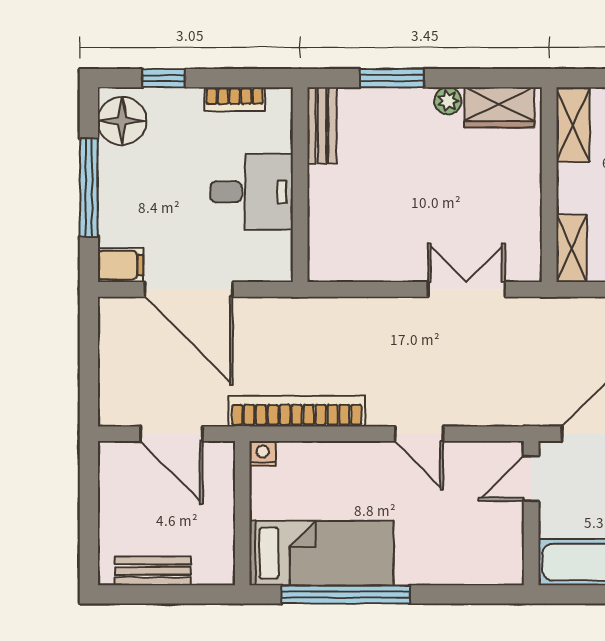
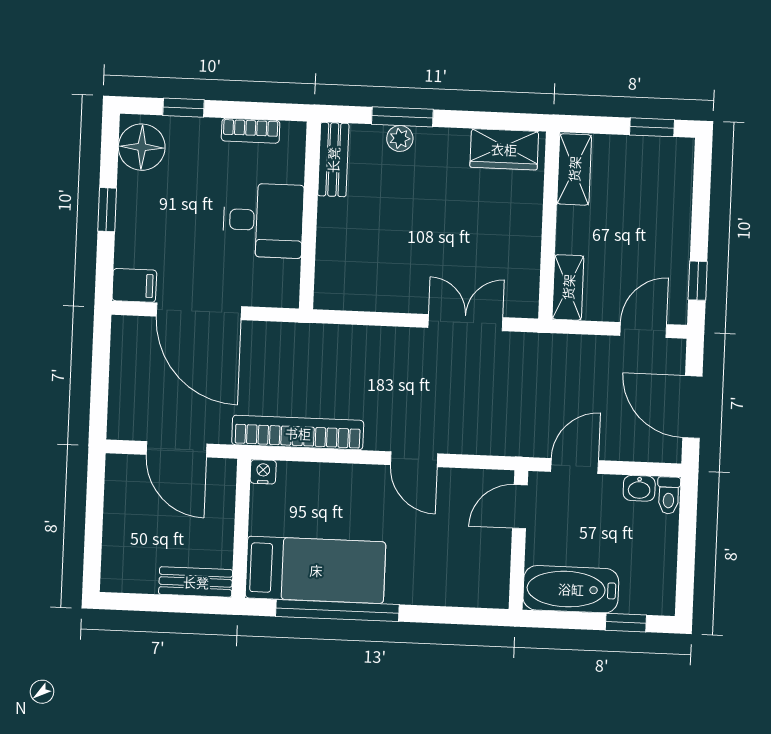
plant: (448, 101) -> (400, 138), moved
window: (89, 188) -> (107, 210), width x0.46
bench: (153, 571) -> (196, 582), moved

